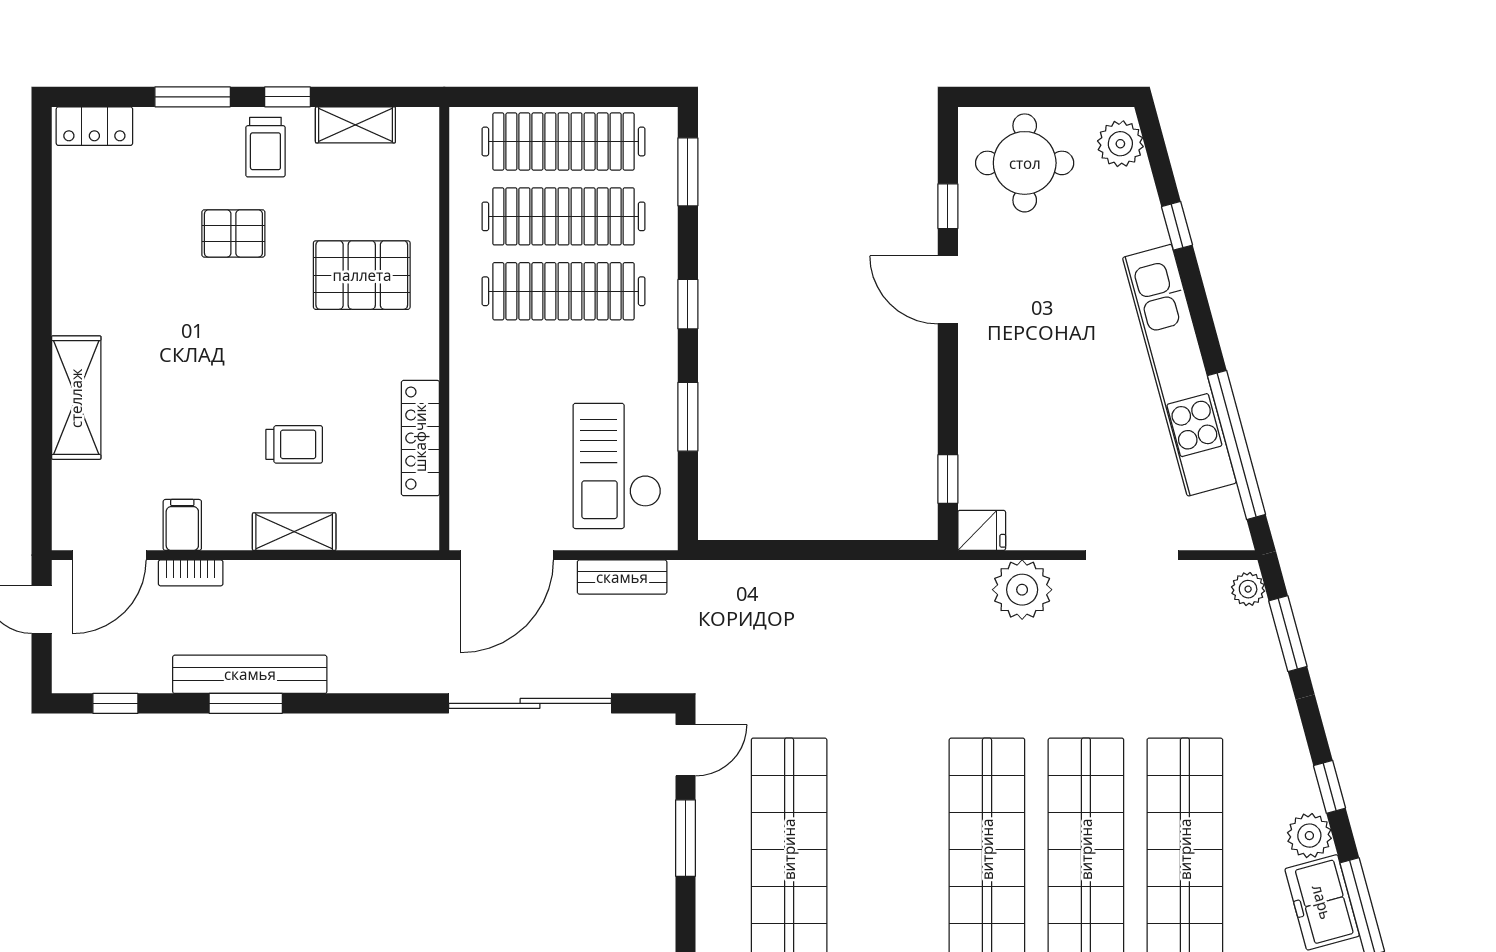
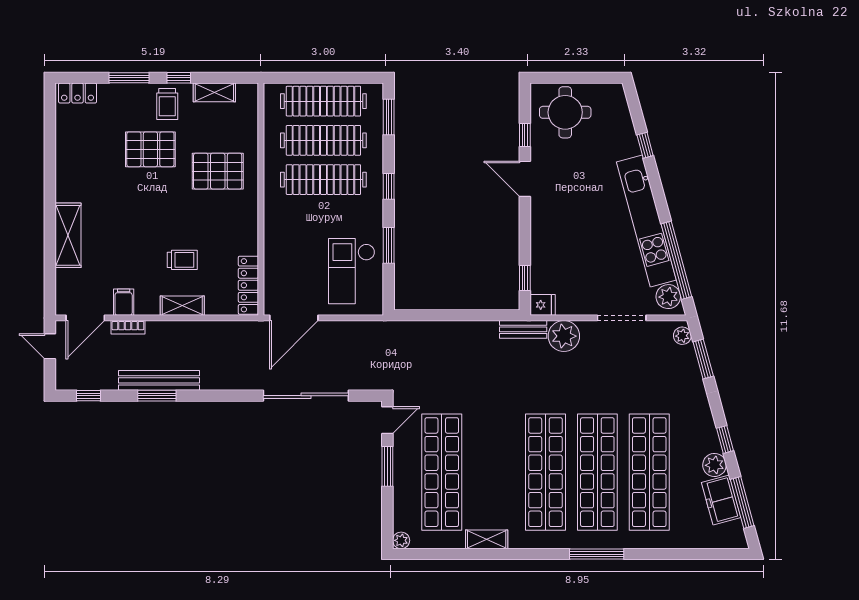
plant: (1120, 144) -> (668, 297), moved
pallet: (233, 233) -> (150, 149), width x1.50, depth x1.42
locker: (420, 438) -> (248, 285), moved
bench: (622, 577) -> (523, 329), moved

